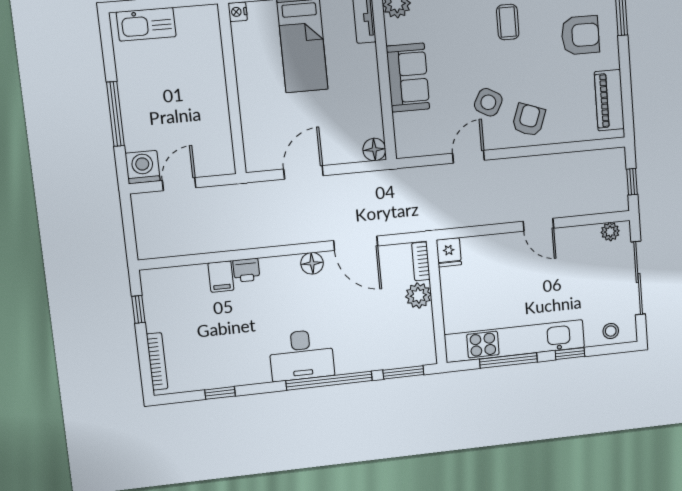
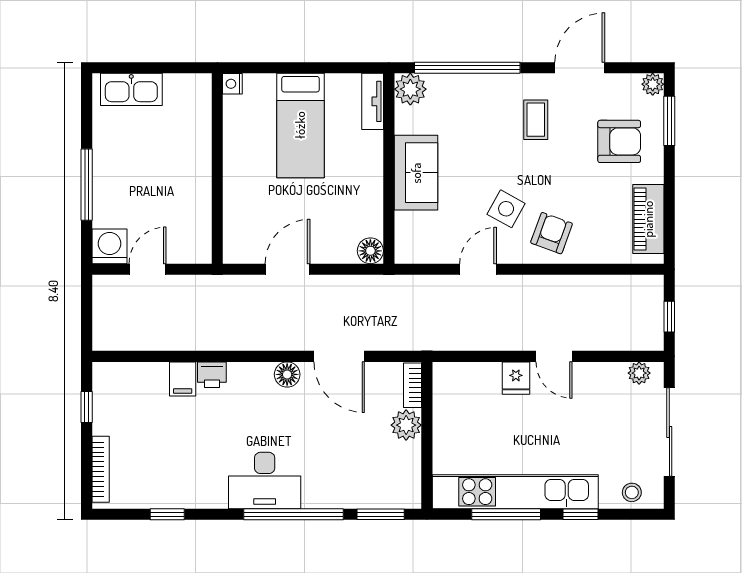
fridge: (449, 252) -> (516, 378), moved

